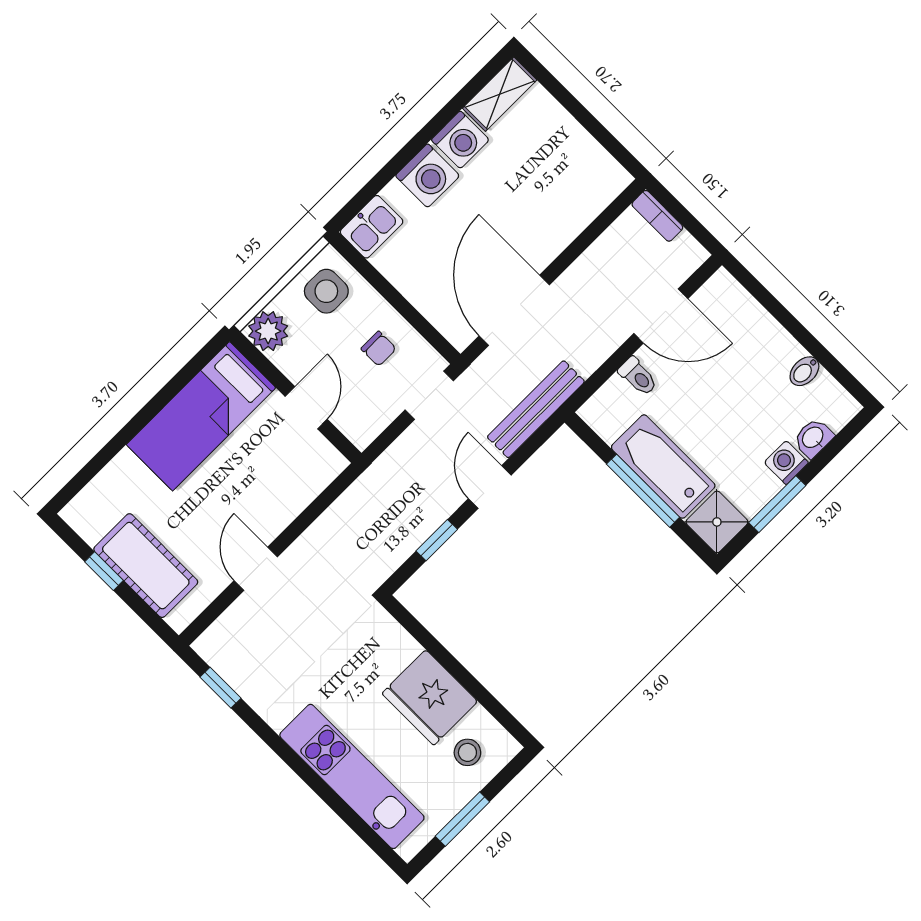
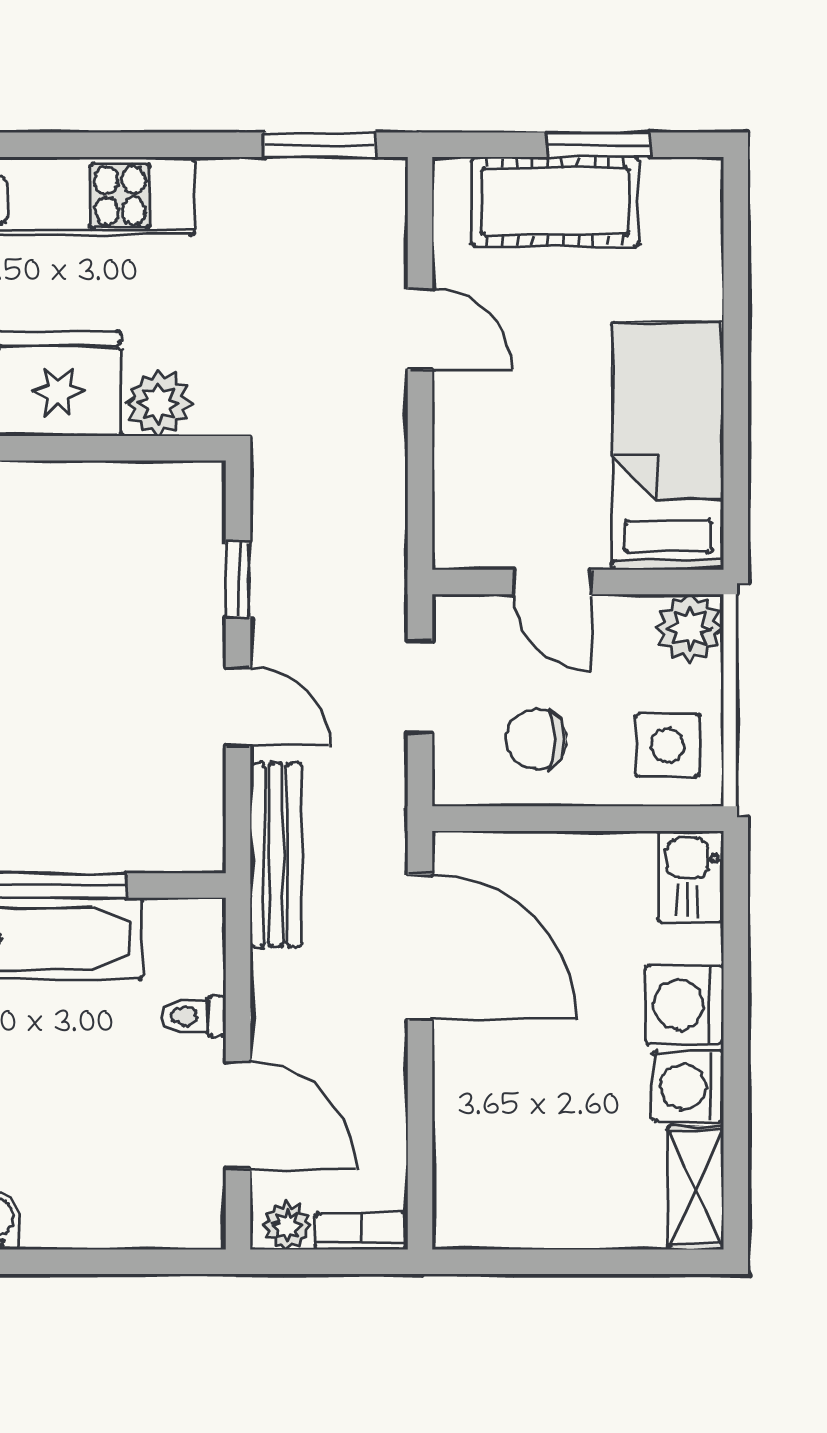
plant: (686, 250) -> (287, 1226), added
door: (661, 316) -> (238, 1116), swing flipped
chair: (379, 349) -> (536, 739), width x1.37, depth x1.37
doorway: (429, 395) -> (420, 687), moved
window: (104, 571) -> (599, 145), width x1.50
plant: (396, 647) -> (158, 403), added
window: (220, 688) -> (320, 145), width x1.50

